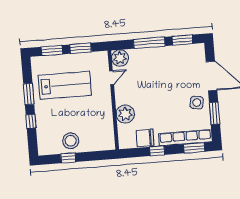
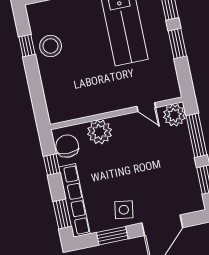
plant: (120, 58) -> (174, 115), moved
door: (112, 78) -> (146, 107), moved
wall: (113, 100) -> (116, 113), moved
plant: (125, 114) -> (100, 132), moved

